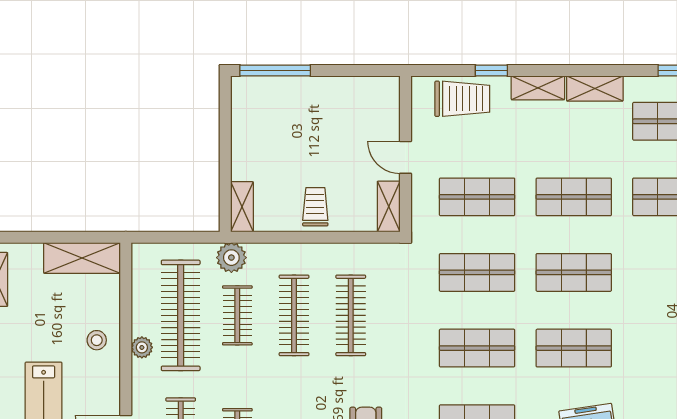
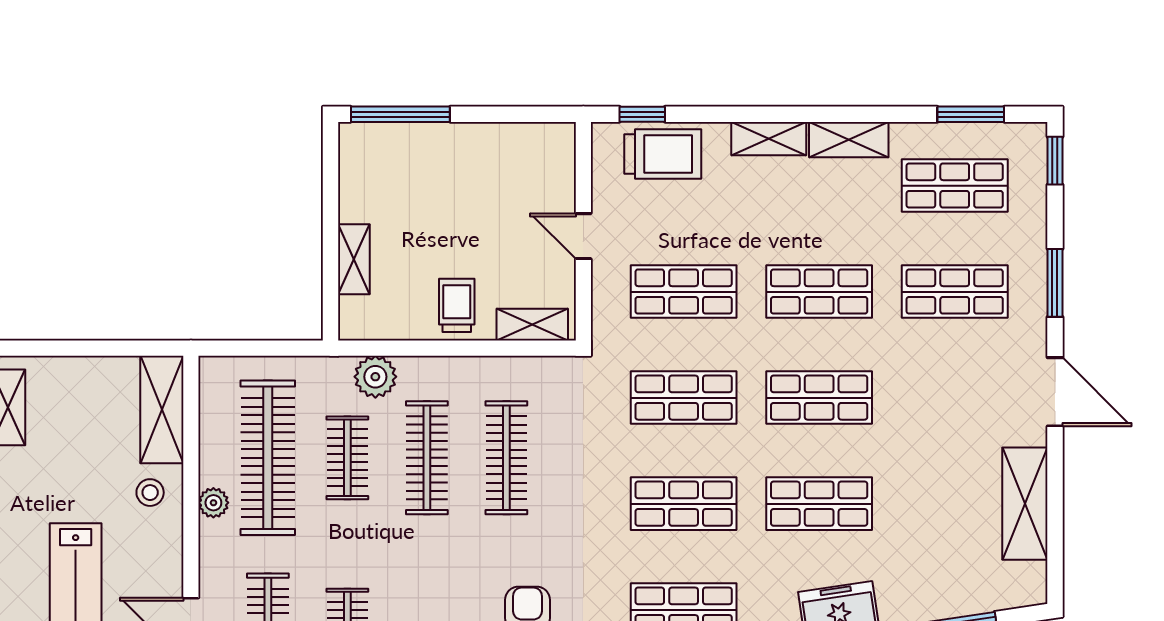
window: (491, 70) -> (642, 114), moved
shelving: (389, 206) -> (532, 325), moved, turned 90
shelving: (242, 207) -> (354, 259), moved
shelving: (82, 258) -> (162, 410), moved, turned 90
plant: (231, 258) -> (375, 377), moved

